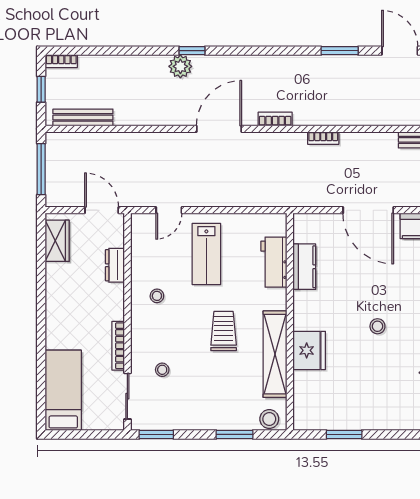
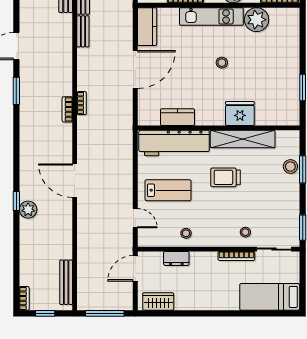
bookcase: (275, 119) -> (67, 109), moved
workbench: (274, 262) -> (174, 143), width x1.88, depth x1.32
stool: (157, 296) -> (186, 233), moved
stool: (162, 370) -> (245, 232), moved
stool: (269, 419) -> (290, 167), moved

